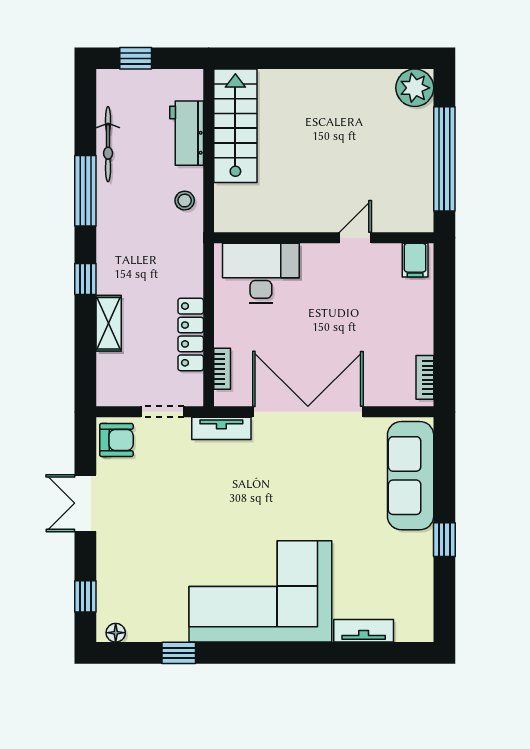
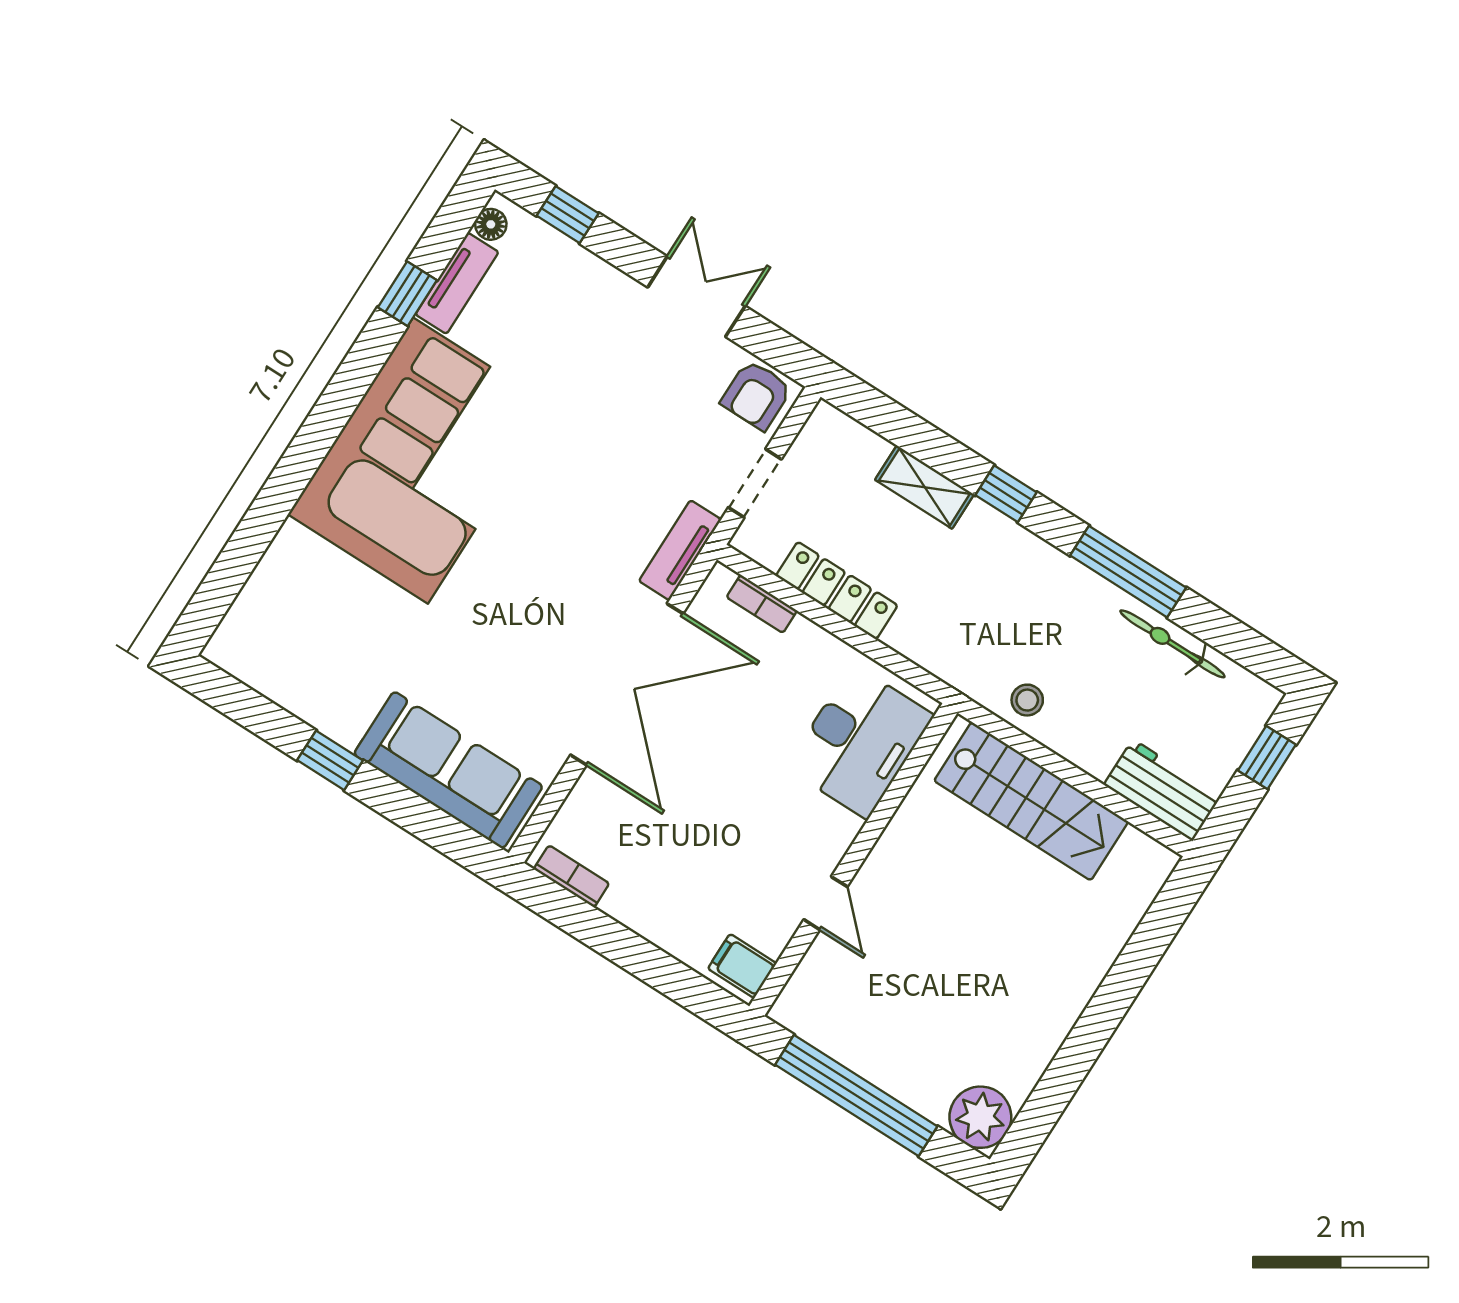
stairs: (235, 126) -> (1031, 801), moved
workbench: (187, 133) -> (1163, 790), moved
tv unit: (364, 631) -> (457, 283), moved

